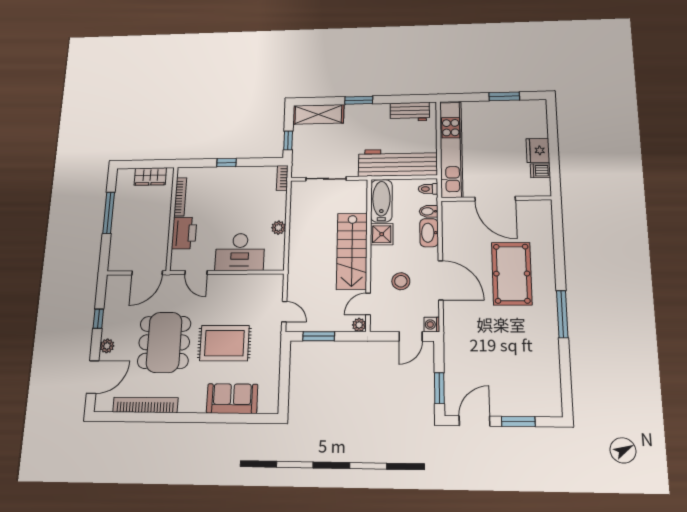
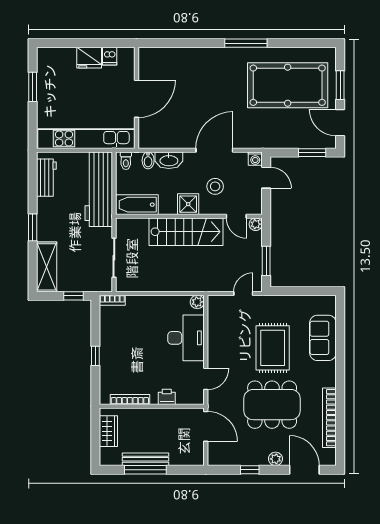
bench: (119, 213) -> (146, 459), added
plant: (278, 228) -> (197, 302), moved
printer: (184, 233) -> (167, 397), width x0.53, depth x0.68
shower: (382, 234) -> (188, 204), moved
pool table: (512, 274) -> (288, 85), moved, width x1.36, depth x1.32

